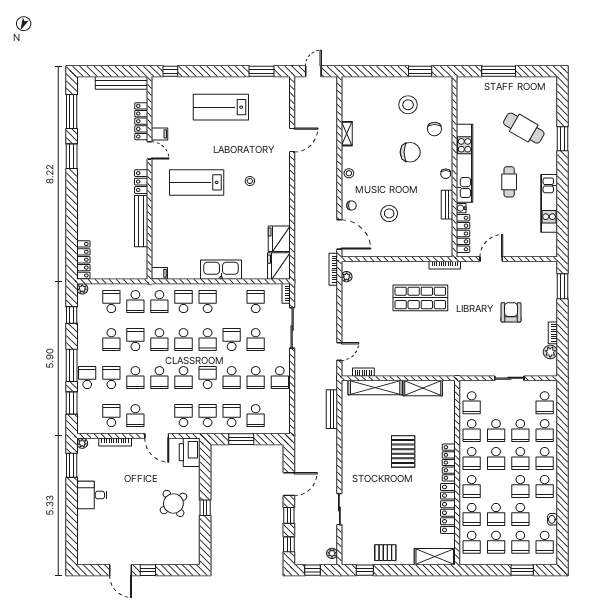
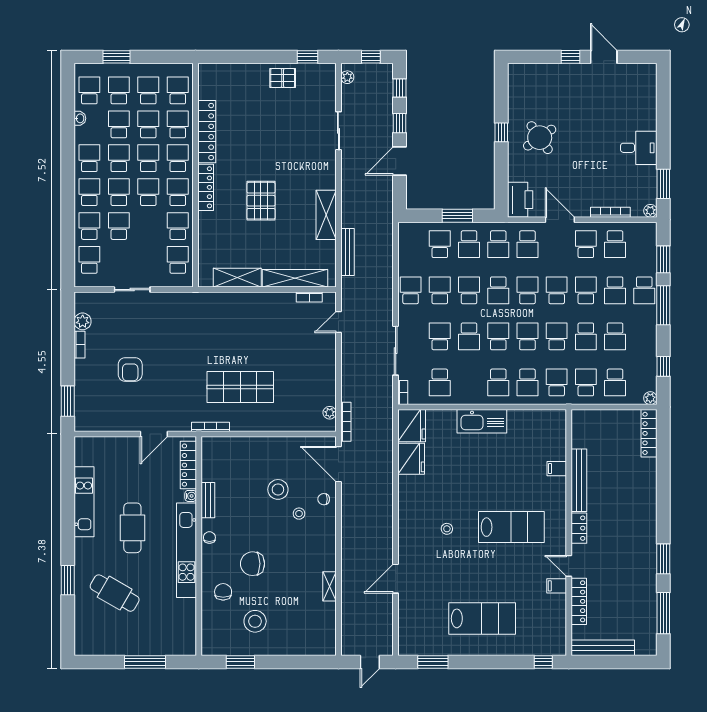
stool: (349, 173) -> (299, 514), moved
cafe table: (509, 182) -> (132, 528), width x1.37, depth x1.35
filing cabinet: (159, 273) -> (557, 469), moved
school desk: (111, 340) -> (615, 336), turned 180
school desk: (496, 431) -> (148, 158), moved
shelving: (435, 557) -> (326, 215), moved, turned 90

